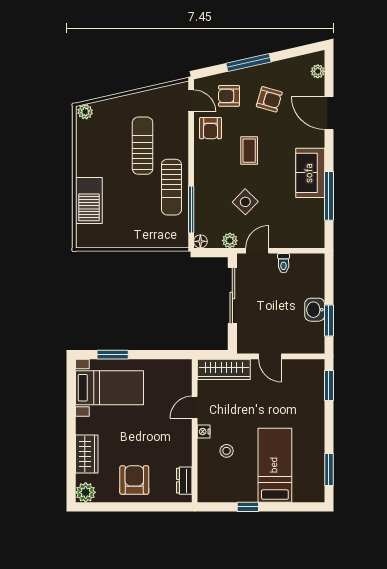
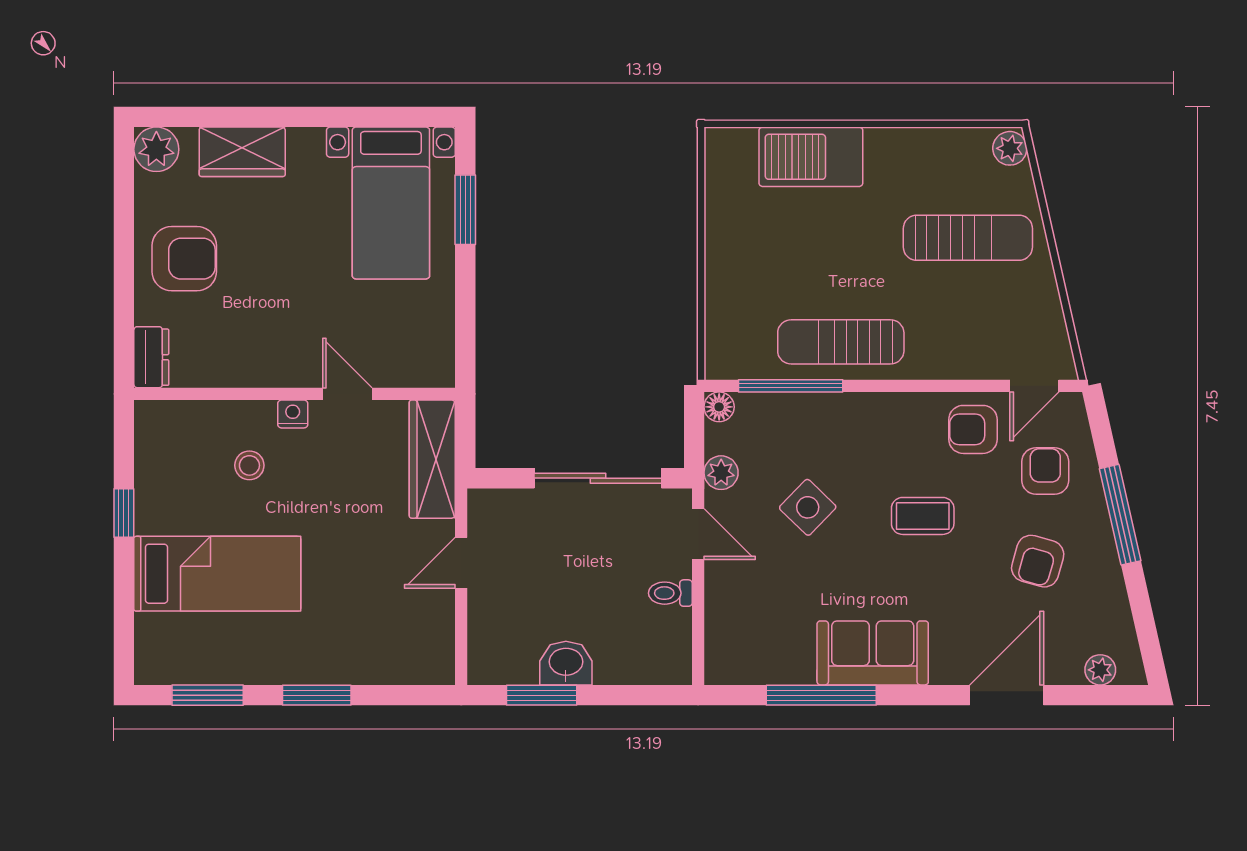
sun lounger: (143, 146) -> (968, 238), moved
window: (329, 385) -> (317, 695), moved
dresser: (184, 481) -> (151, 357), moved, turned 90

